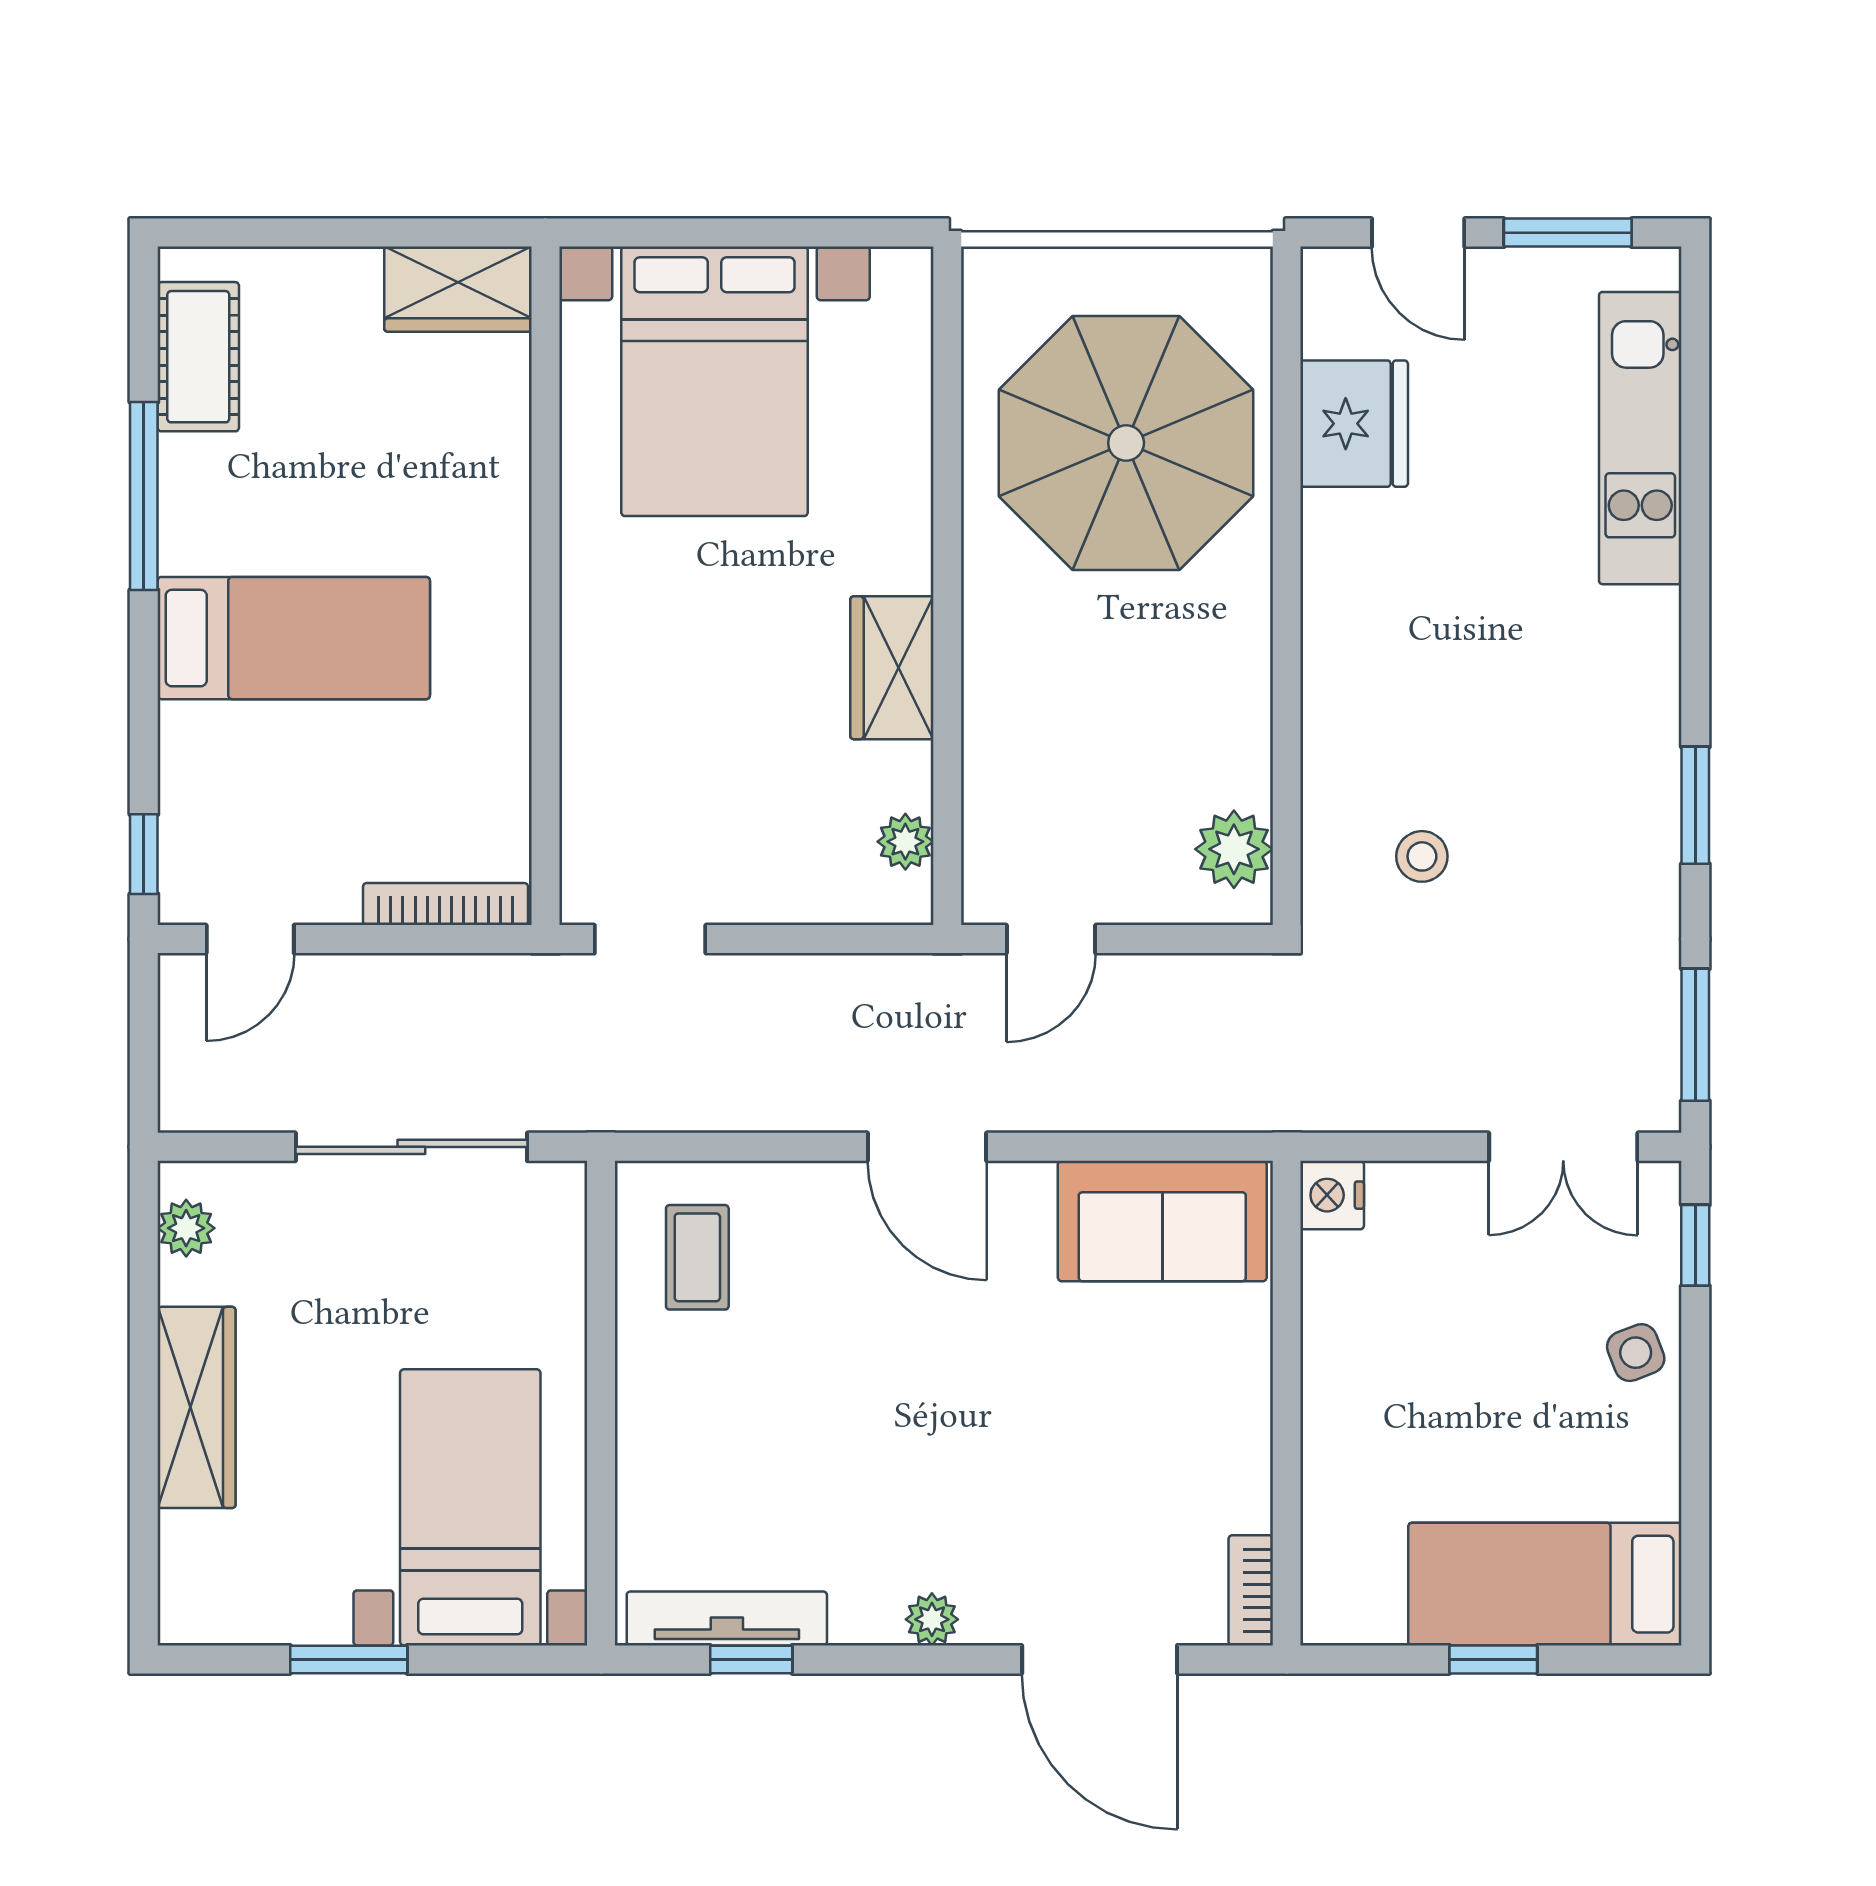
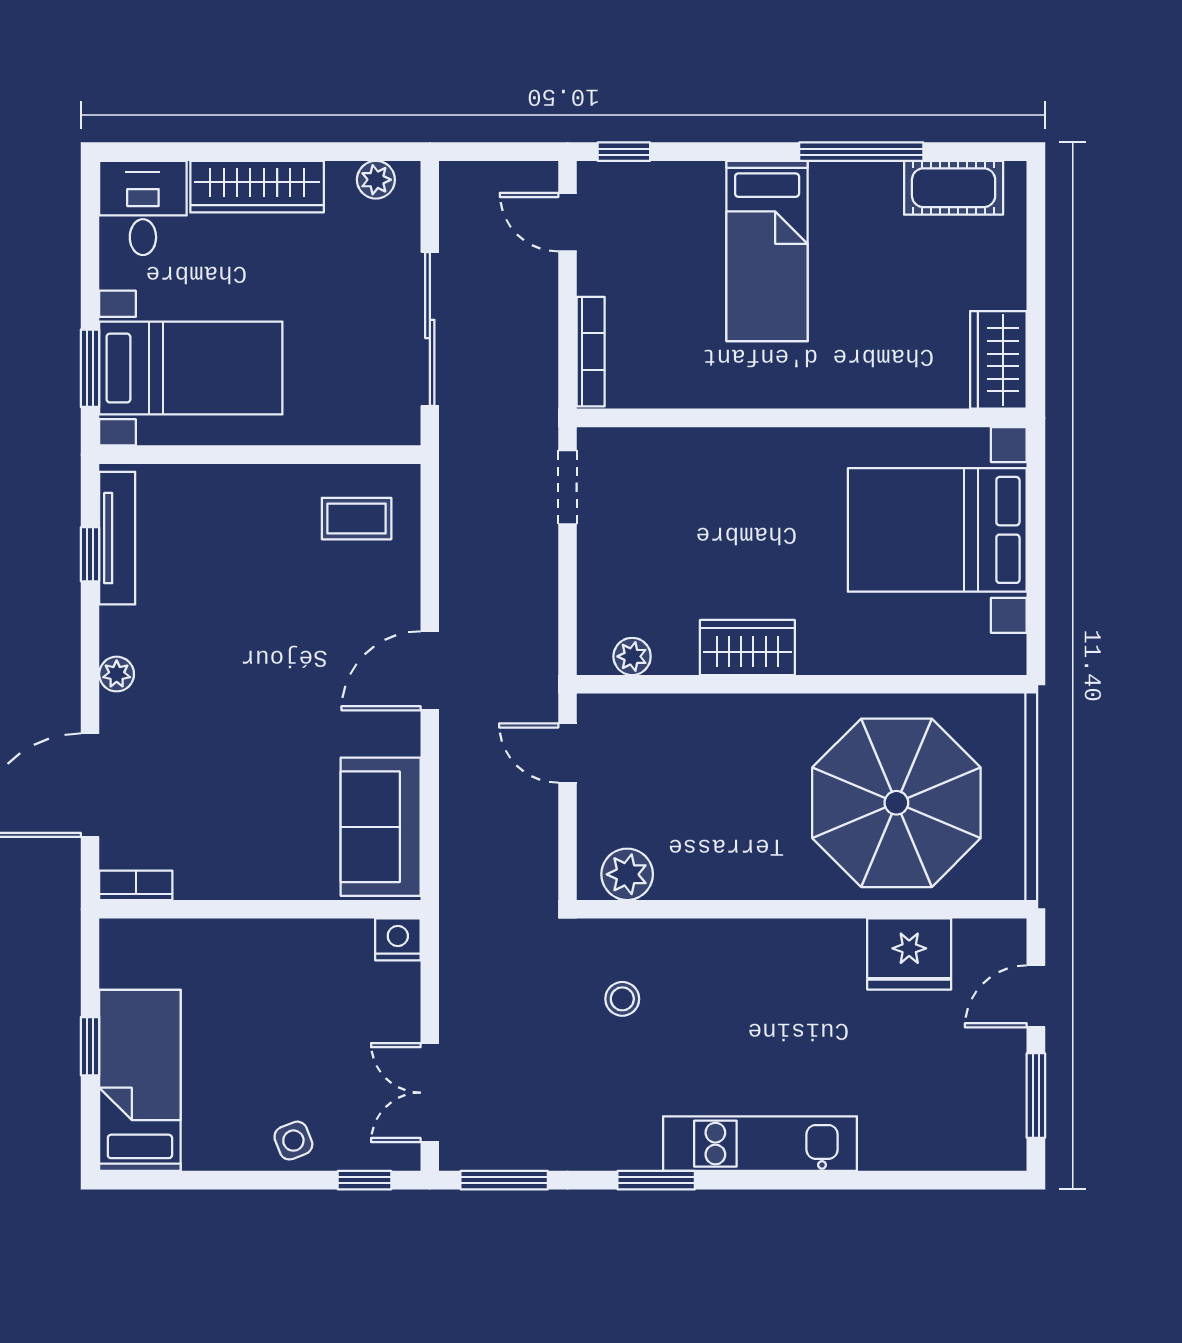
kitchen unit: (1640, 438) -> (760, 1144), moved
desk: (229, 1580) -> (143, 208), added
window: (349, 1659) -> (90, 368), moved

